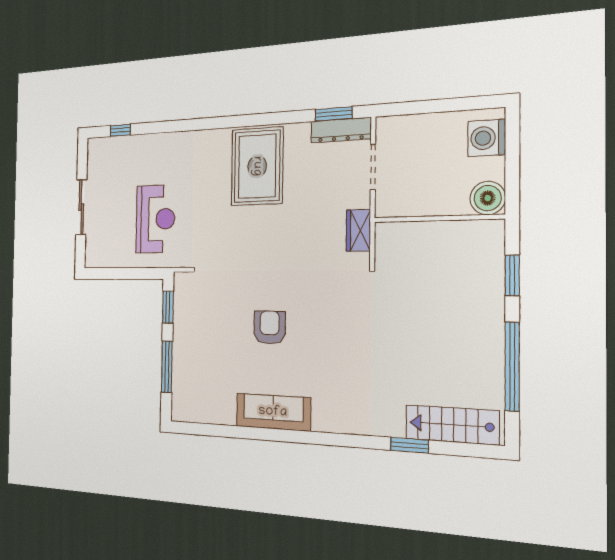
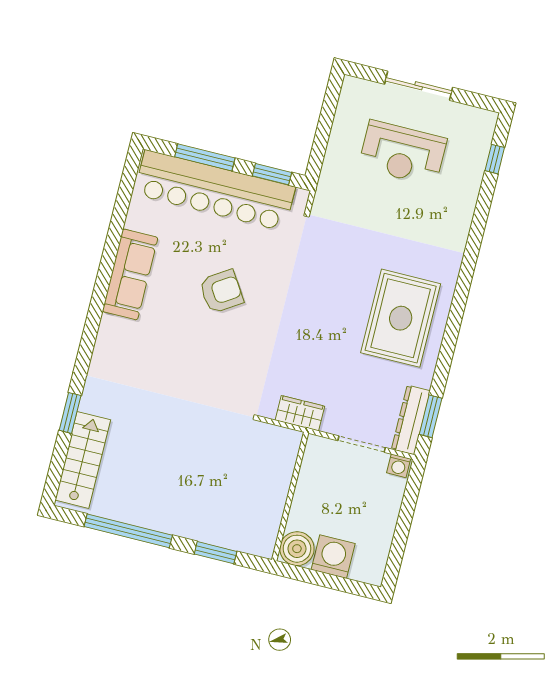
washing machine: (385, 128) -> (399, 466), added
washing machine: (487, 138) -> (333, 557), moved
rug: (257, 166) -> (401, 318), turned 90
reception desk: (155, 219) -> (403, 153), moved
armchair: (270, 328) -> (221, 291), turned -33
bar counter: (190, 352) -> (215, 190), added

